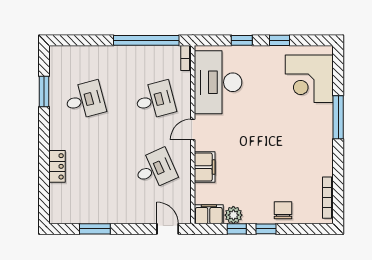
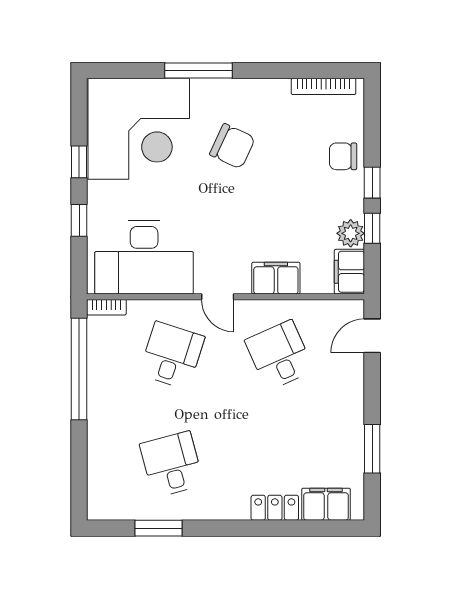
corner desk: (309, 79) -> (139, 129), width x1.36, depth x1.36
desk: (155, 100) -> (172, 355), turned 33
chair: (290, 139) -> (232, 146), added
filing cabinet: (59, 199) -> (326, 504), added

